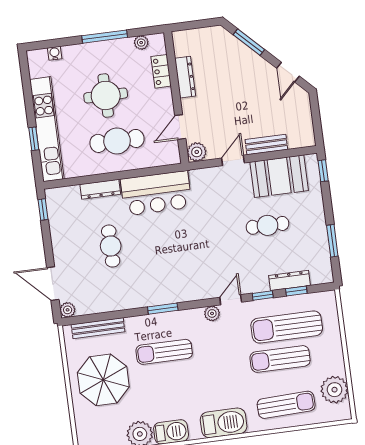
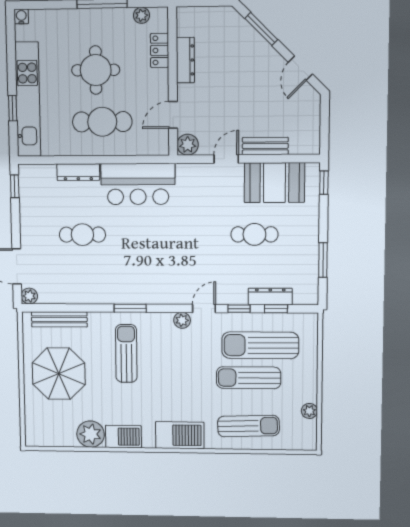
water cooler: (55, 53) -> (21, 17), moved
cafe table: (111, 246) -> (82, 235), turned 90
sun lounger: (164, 352) -> (126, 353), turned 90
plant: (334, 390) -> (309, 411), width x0.53, depth x0.53

